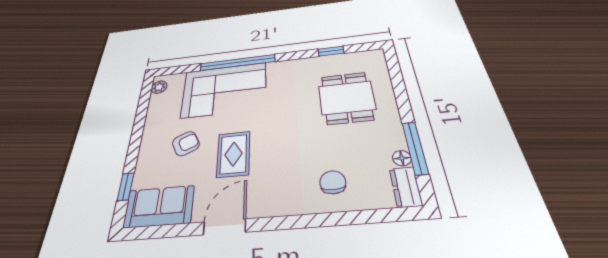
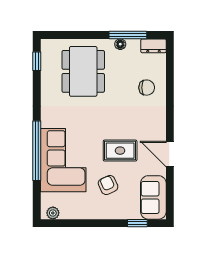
window: (331, 51) -> (37, 61), moved
dining table: (347, 98) -> (83, 71), width x1.38
floor lamp: (402, 158) -> (120, 44), moved
chair: (333, 182) -> (147, 88), turned 180

